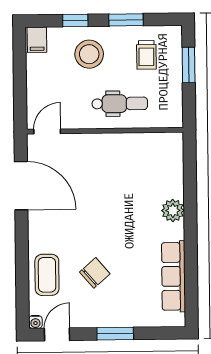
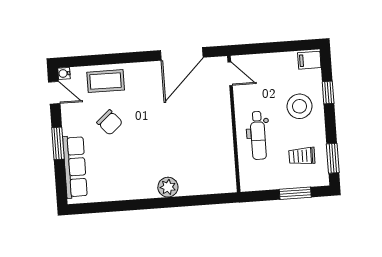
window: (126, 20) -> (333, 158), moved
row of seats: (174, 276) -> (75, 167), moved, turned 90

